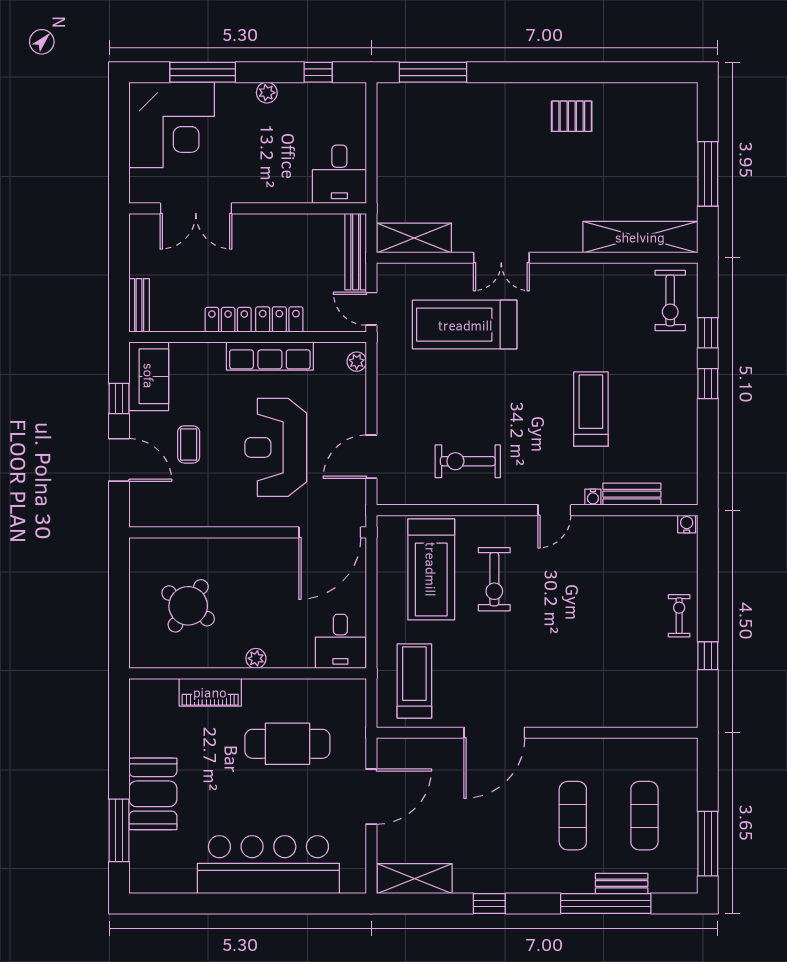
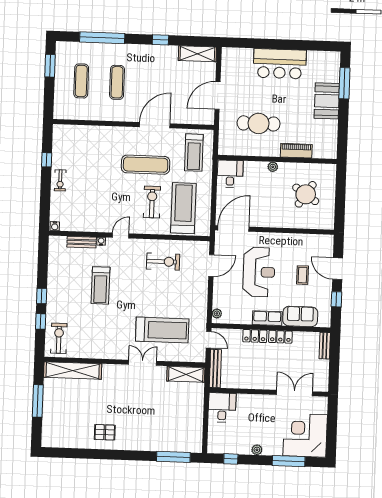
row of seats: (270, 356) -> (267, 318), width x0.68
sofa: (149, 376) -> (300, 316), moved, turned 90
exercise mat: (510, 653) -> (146, 165), added
window: (708, 844) -> (50, 66), width x0.69
bar counter: (268, 865) -> (280, 64), width x0.73
bench: (622, 883) -> (94, 47), removed

